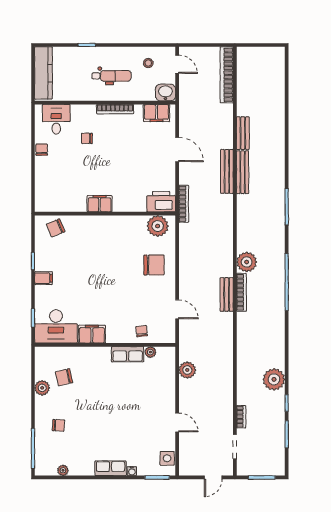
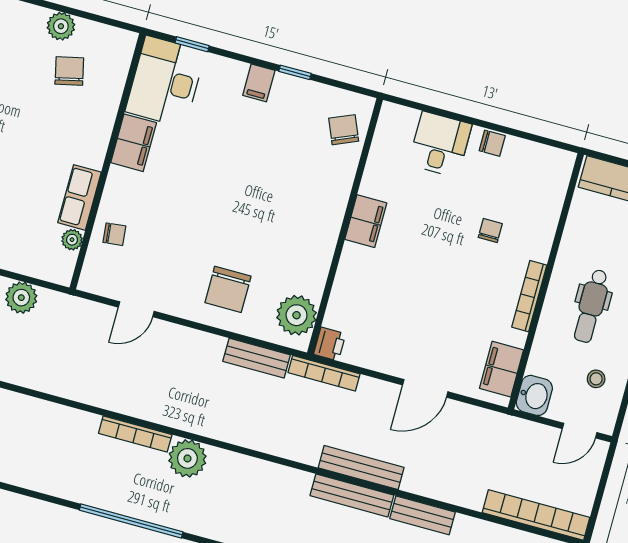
desk: (56, 119) -> (440, 144), moved, turned -90
printer: (161, 202) -> (330, 344), width x0.53, depth x0.68
bench: (227, 294) -> (257, 358), moved

